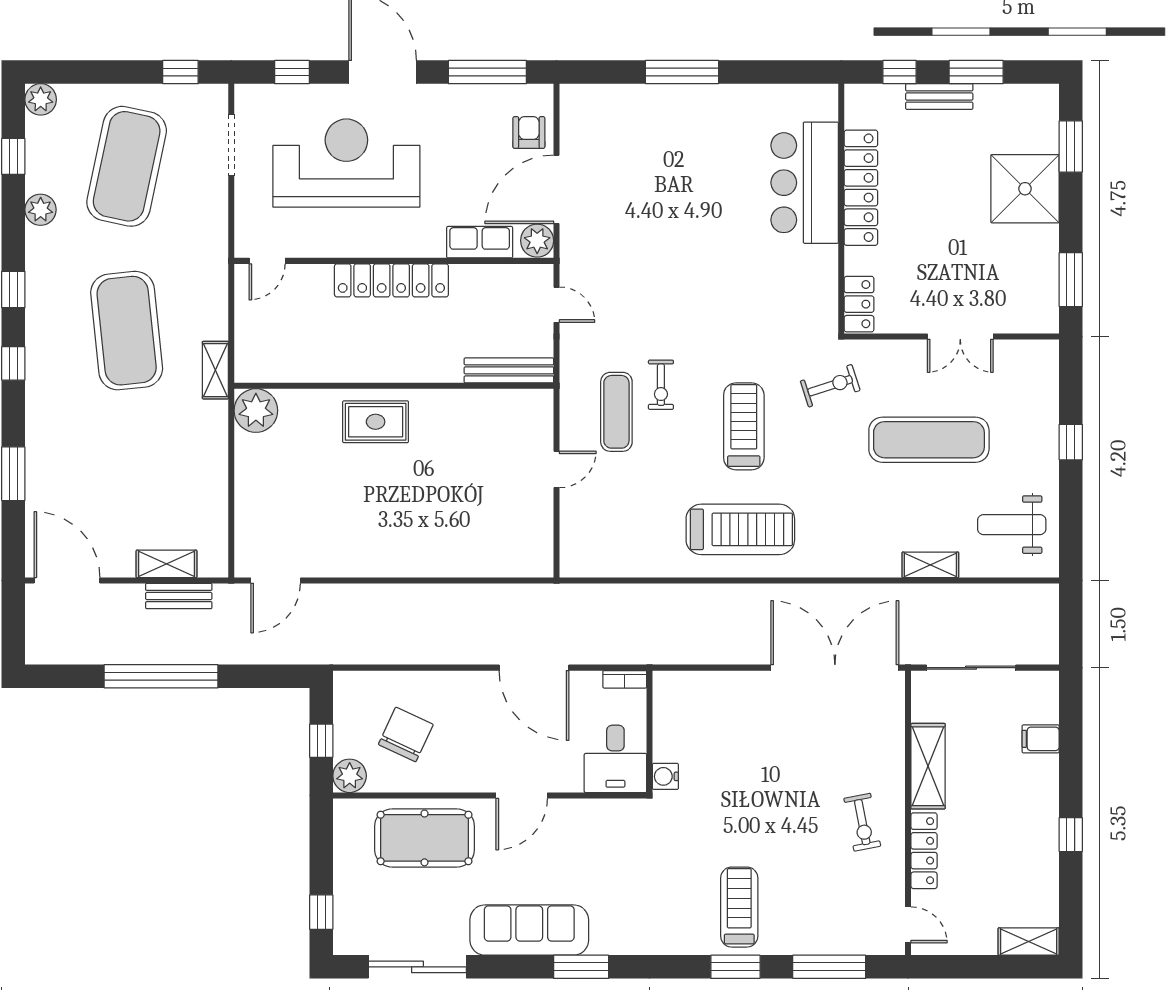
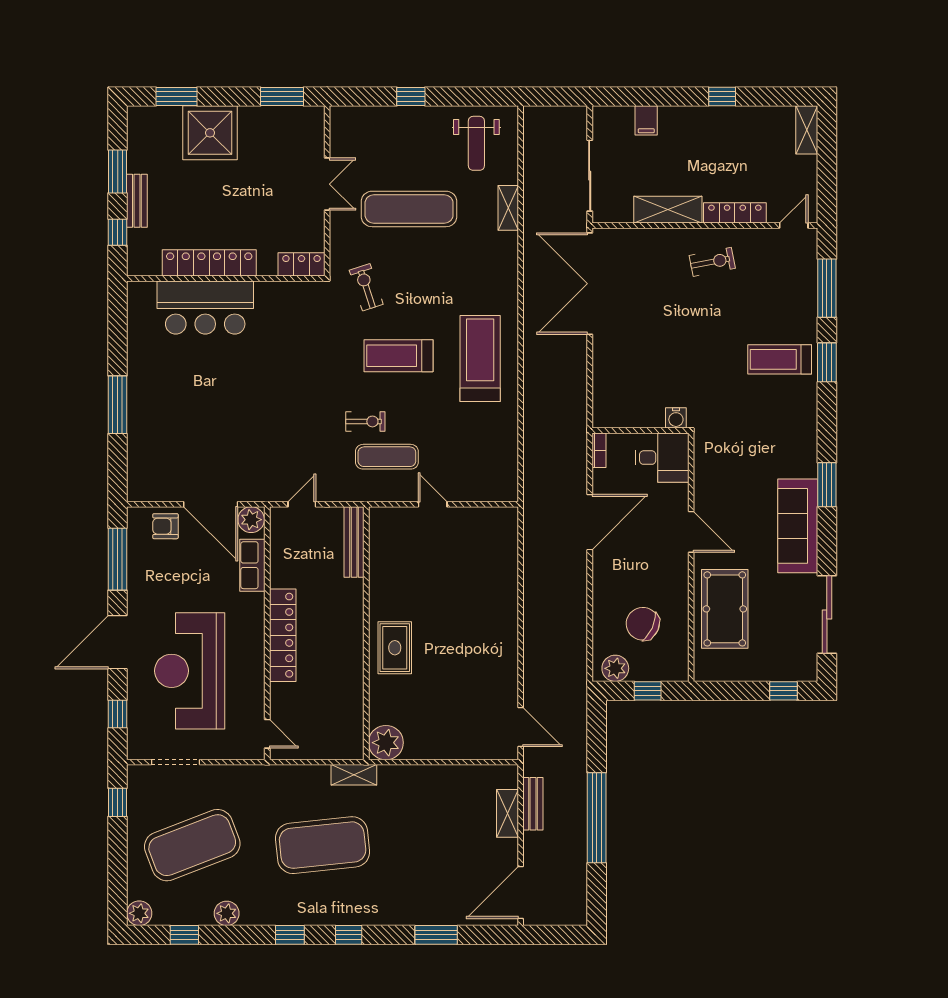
exercise mat: (127, 166) -> (192, 845), turned -33
exercise mat: (929, 440) -> (409, 209), turned 90
plant: (350, 776) -> (615, 668), moved

